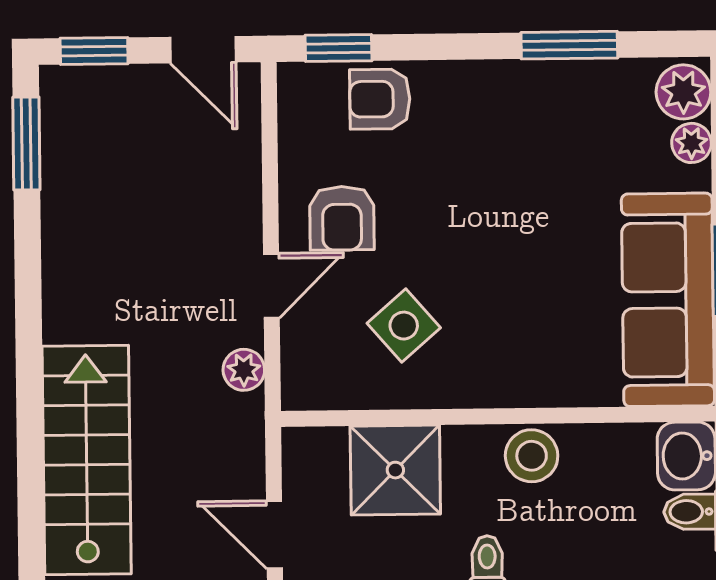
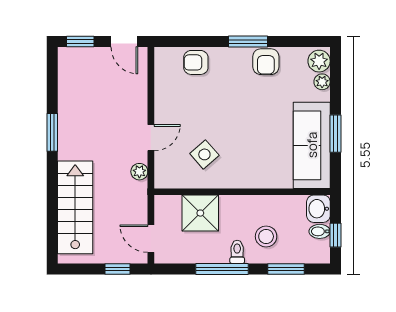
window: (569, 45) -> (248, 42), moved
window: (338, 48) -> (179, 42), removed
window: (26, 144) -> (52, 132), moved
armchair: (342, 218) -> (266, 62), moved
stool: (532, 456) -> (266, 236), moved

